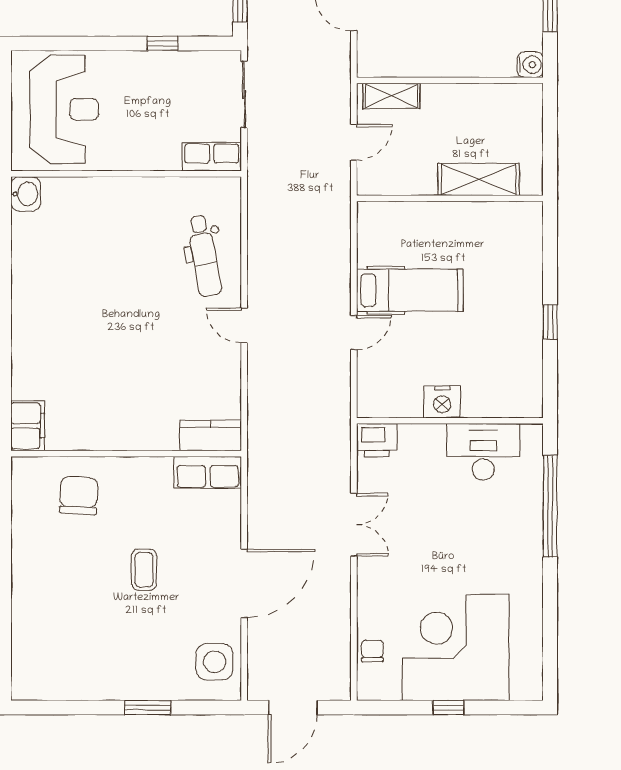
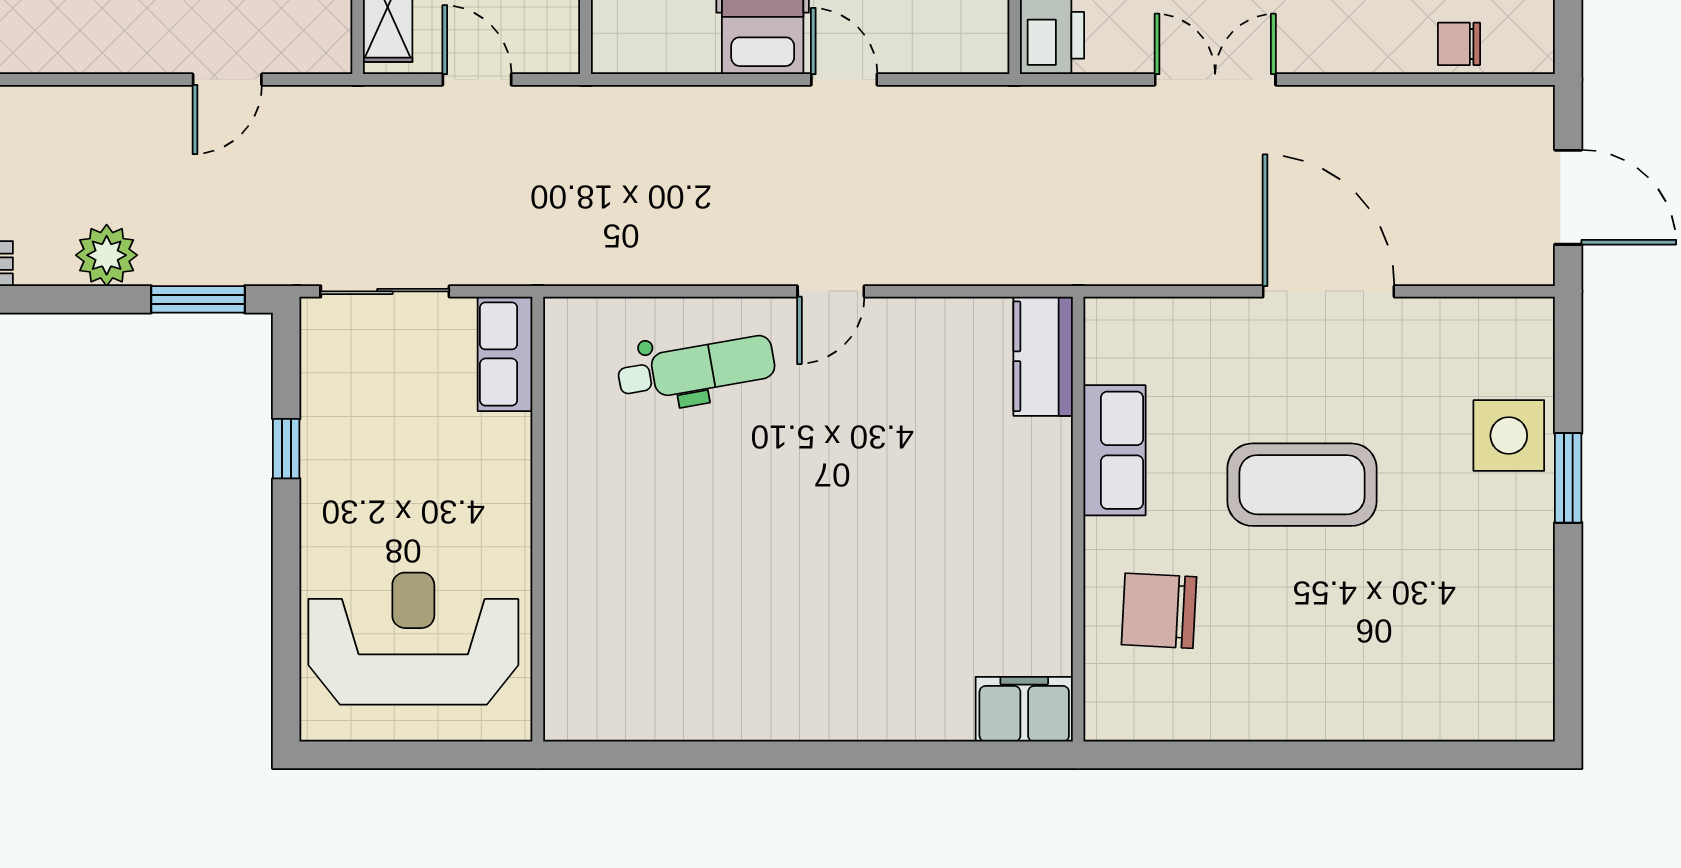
washbasin: (26, 194) -> (577, 713), removed
row of seats: (208, 473) -> (1115, 450), moved
coffee table: (144, 570) -> (1302, 485), width x1.86, depth x1.72
side table: (214, 662) -> (1509, 436), moved

